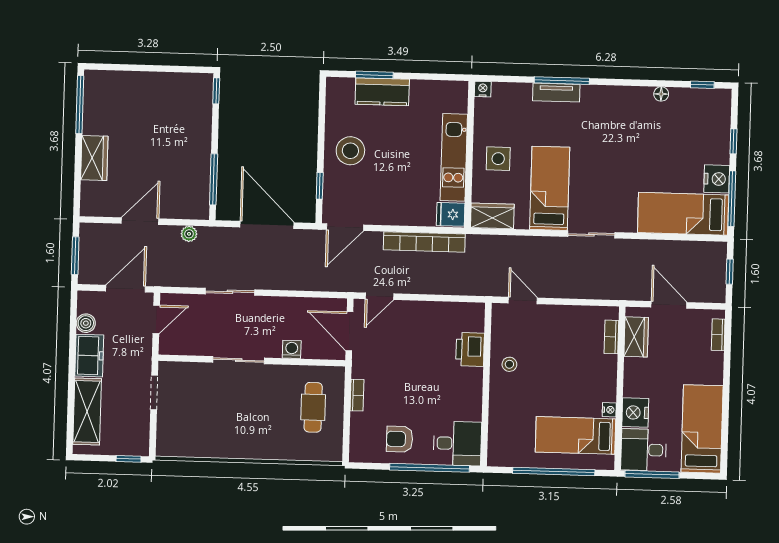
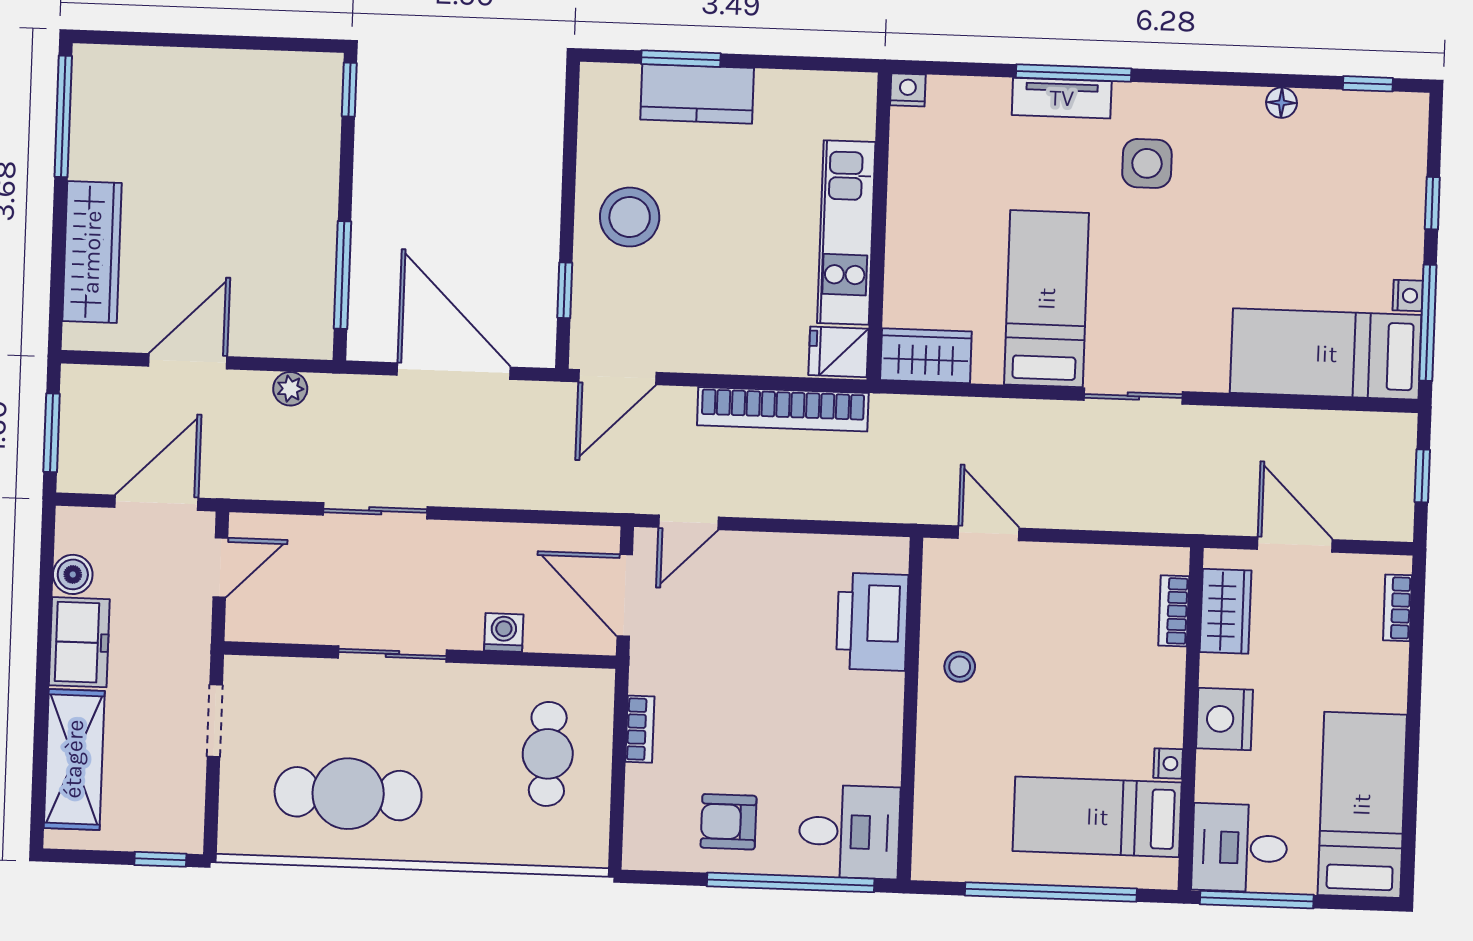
wardrobe: (94, 158) -> (92, 252), width x1.50
side table: (498, 159) -> (1147, 163), moved
nightstand: (717, 179) -> (1408, 296), width x0.53, depth x0.56
printer: (470, 349) -> (872, 622), width x1.37, depth x1.19
nightstand: (635, 413) -> (1225, 719), moved
cafe table: (218, 427) -> (348, 794), added

